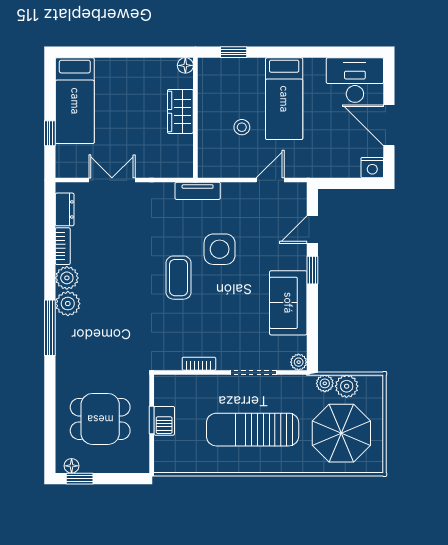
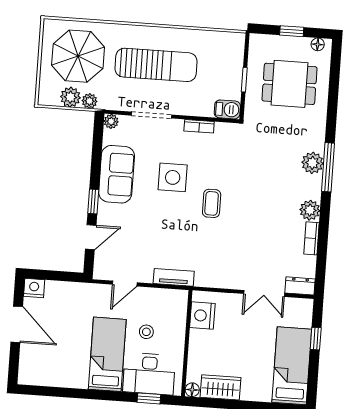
desk: (355, 80) -> (149, 374), moved
wardrobe: (180, 111) -> (220, 387), moved, turned -90
nightstand: (180, 150) -> (202, 316), added
tv unit: (198, 191) -> (174, 277), moved
dresser: (65, 209) -> (300, 286), moved, turned 90
side table: (220, 249) -> (173, 177), moved
coffee table: (179, 278) -> (212, 203), width x0.73, depth x0.77
plant: (68, 304) -> (312, 163), moved
barbecue: (164, 421) -> (227, 109), moved, turned 90
window: (80, 479) -> (292, 31), moved

